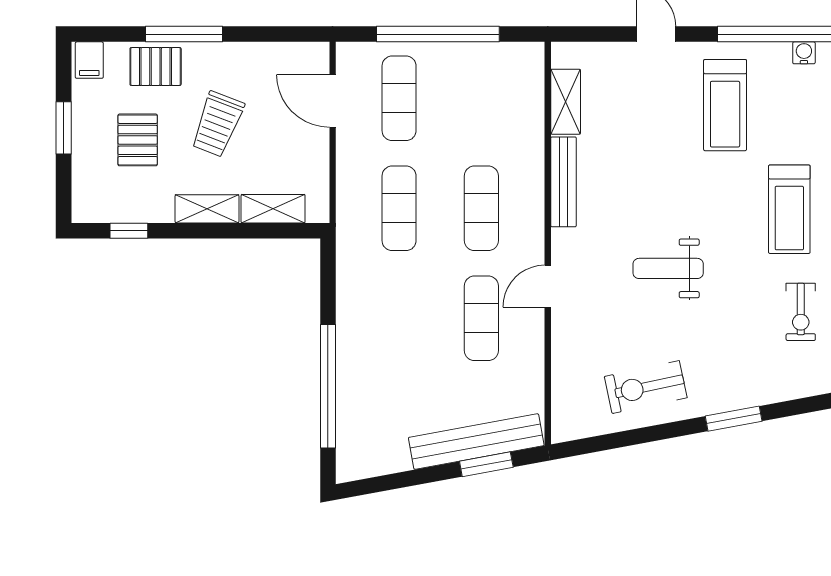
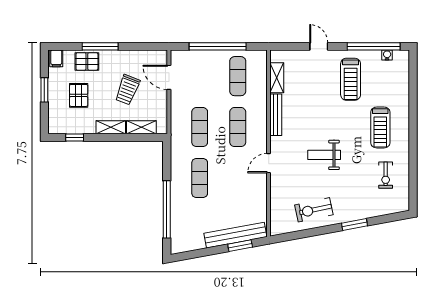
exercise mat: (399, 98) -> (238, 76), moved
trolley: (217, 124) -> (127, 90), moved
exercise mat: (481, 318) -> (200, 178), moved

